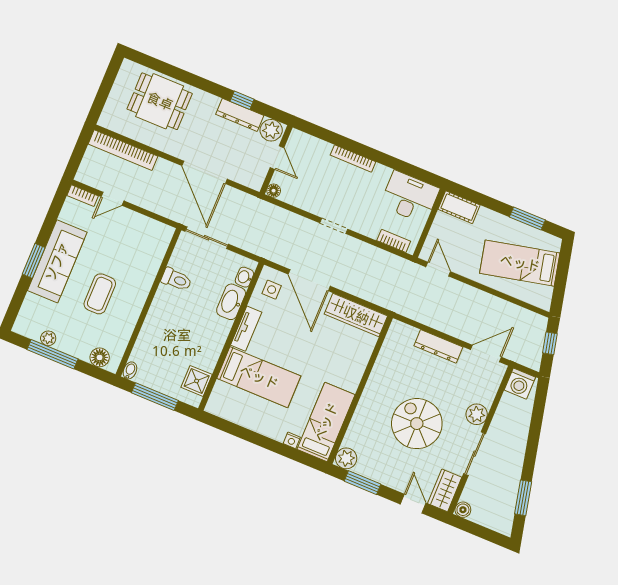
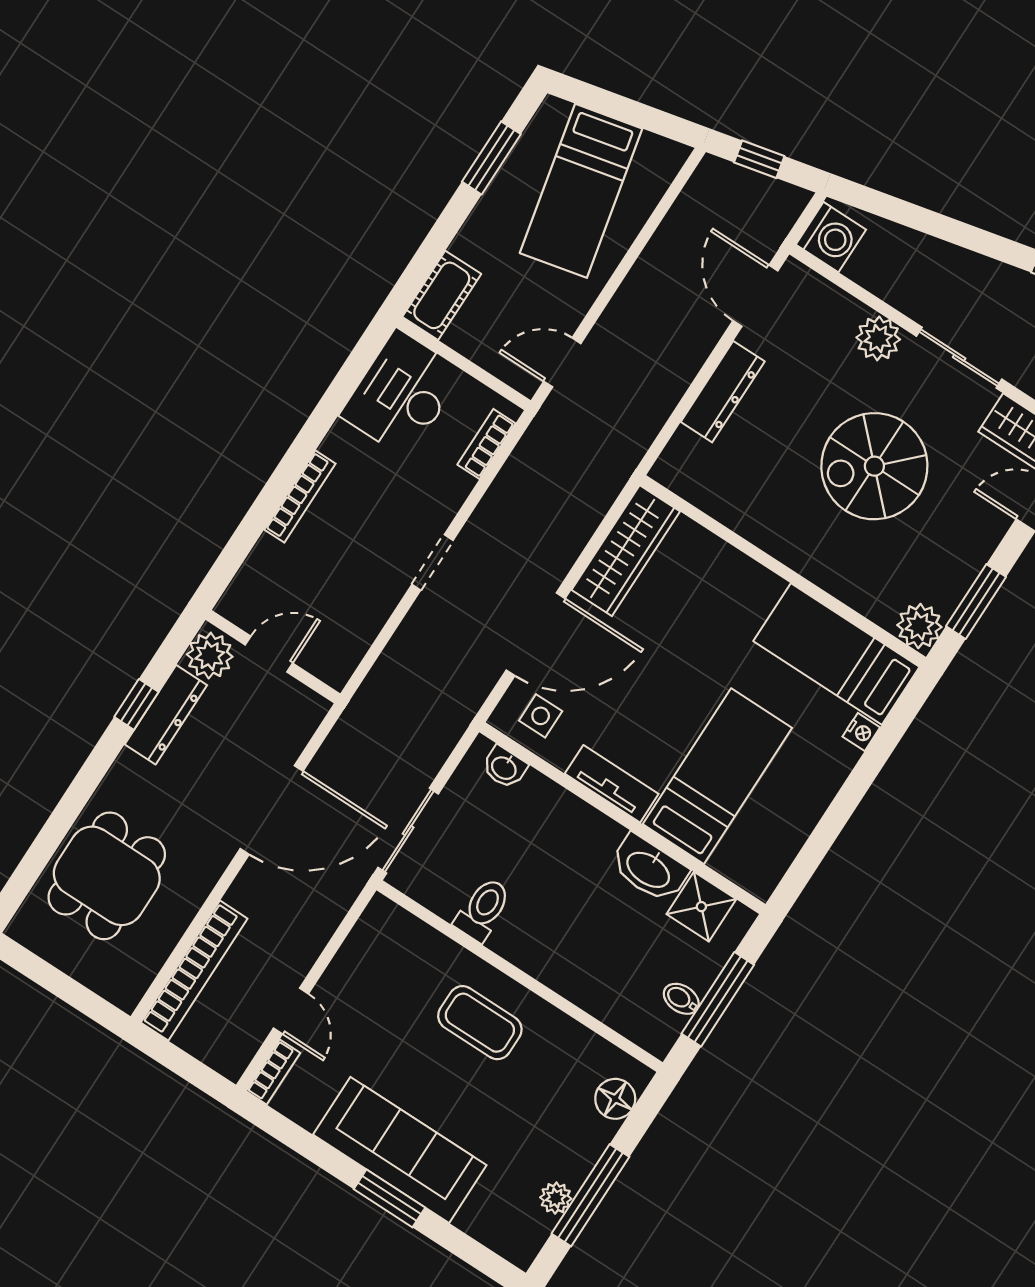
floor lamp: (274, 191) -> (336, 674), removed
coffee table: (100, 294) -> (480, 1023), moved
washbasin: (231, 302) -> (649, 869), moved
bidet: (130, 370) -> (681, 999), moved

